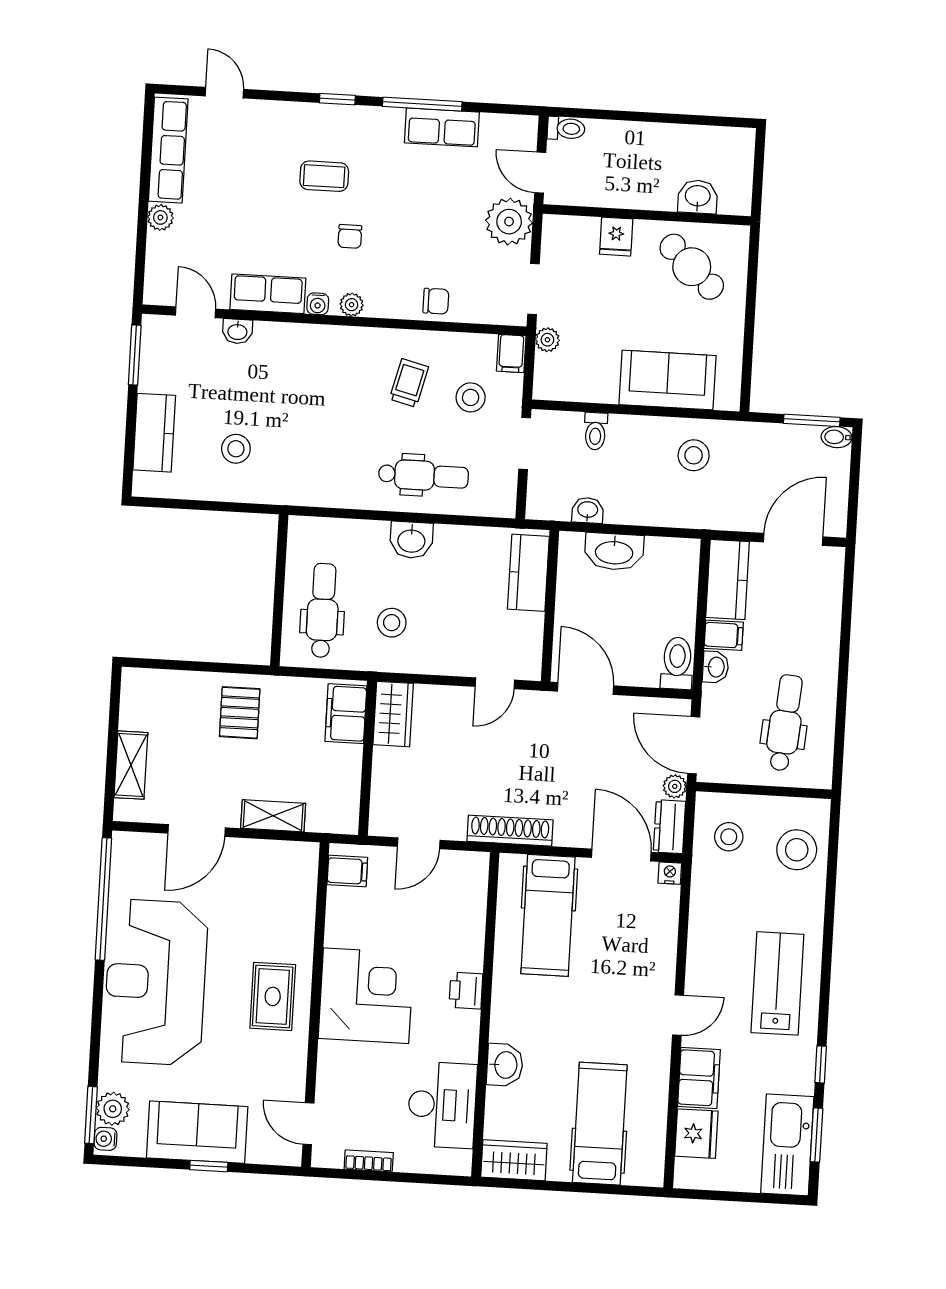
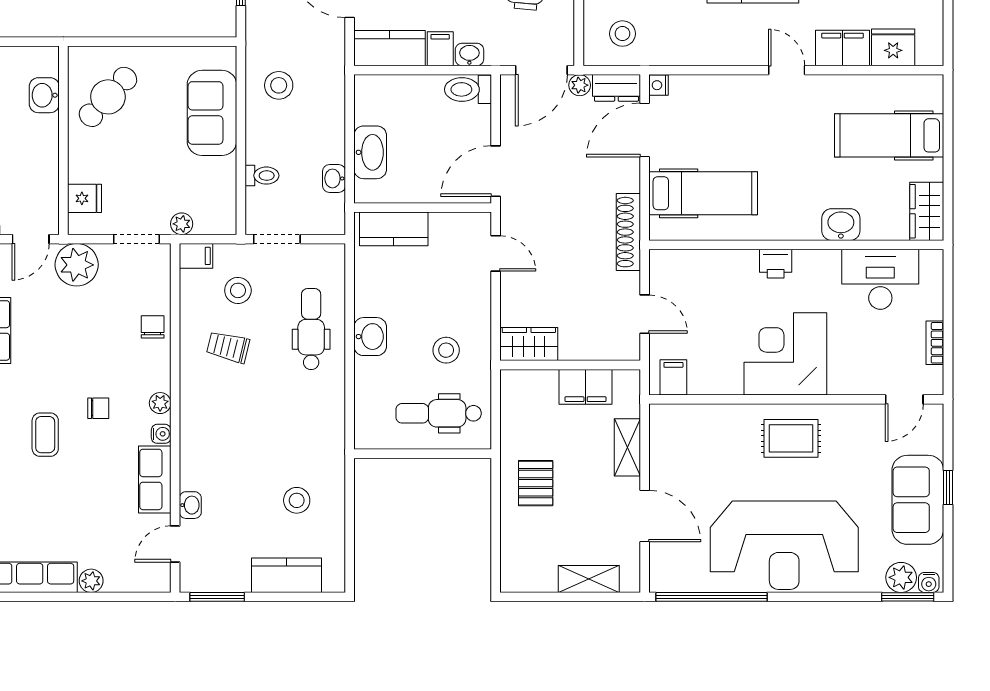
fridge: (616, 237) -> (85, 198), moved
pallet: (240, 713) -> (536, 483), turned 90
filing cabinet: (346, 714) -> (586, 387), moved

